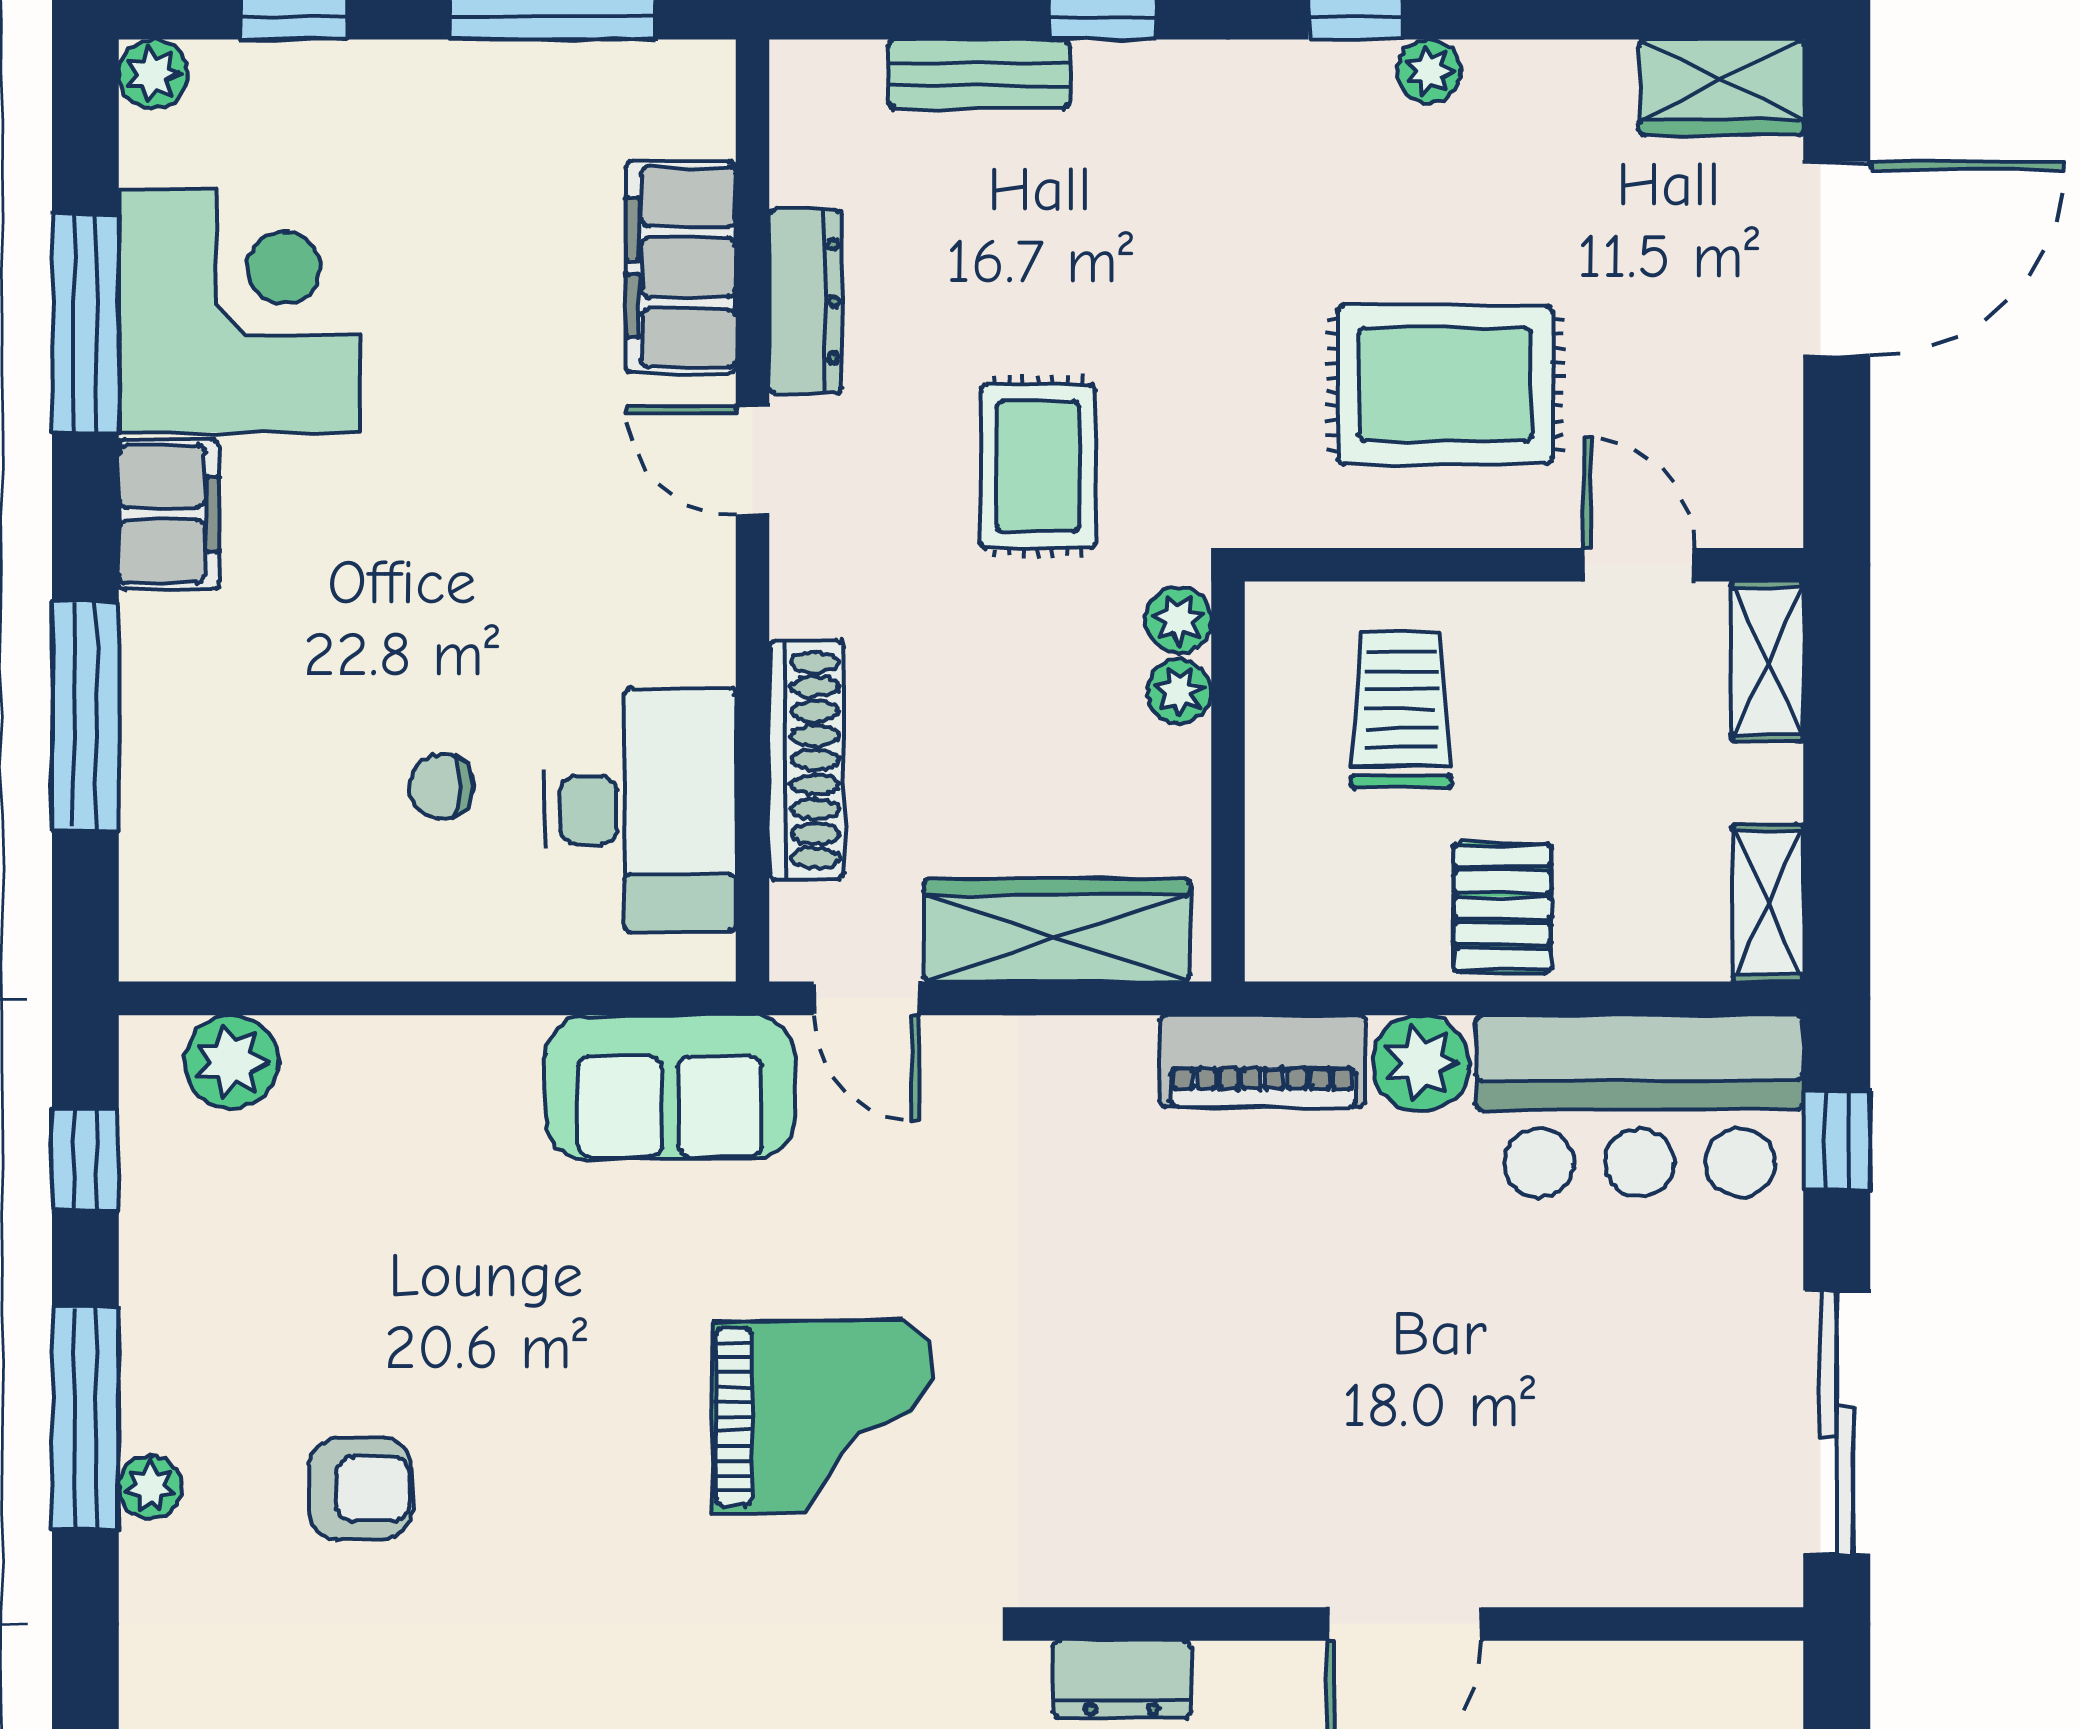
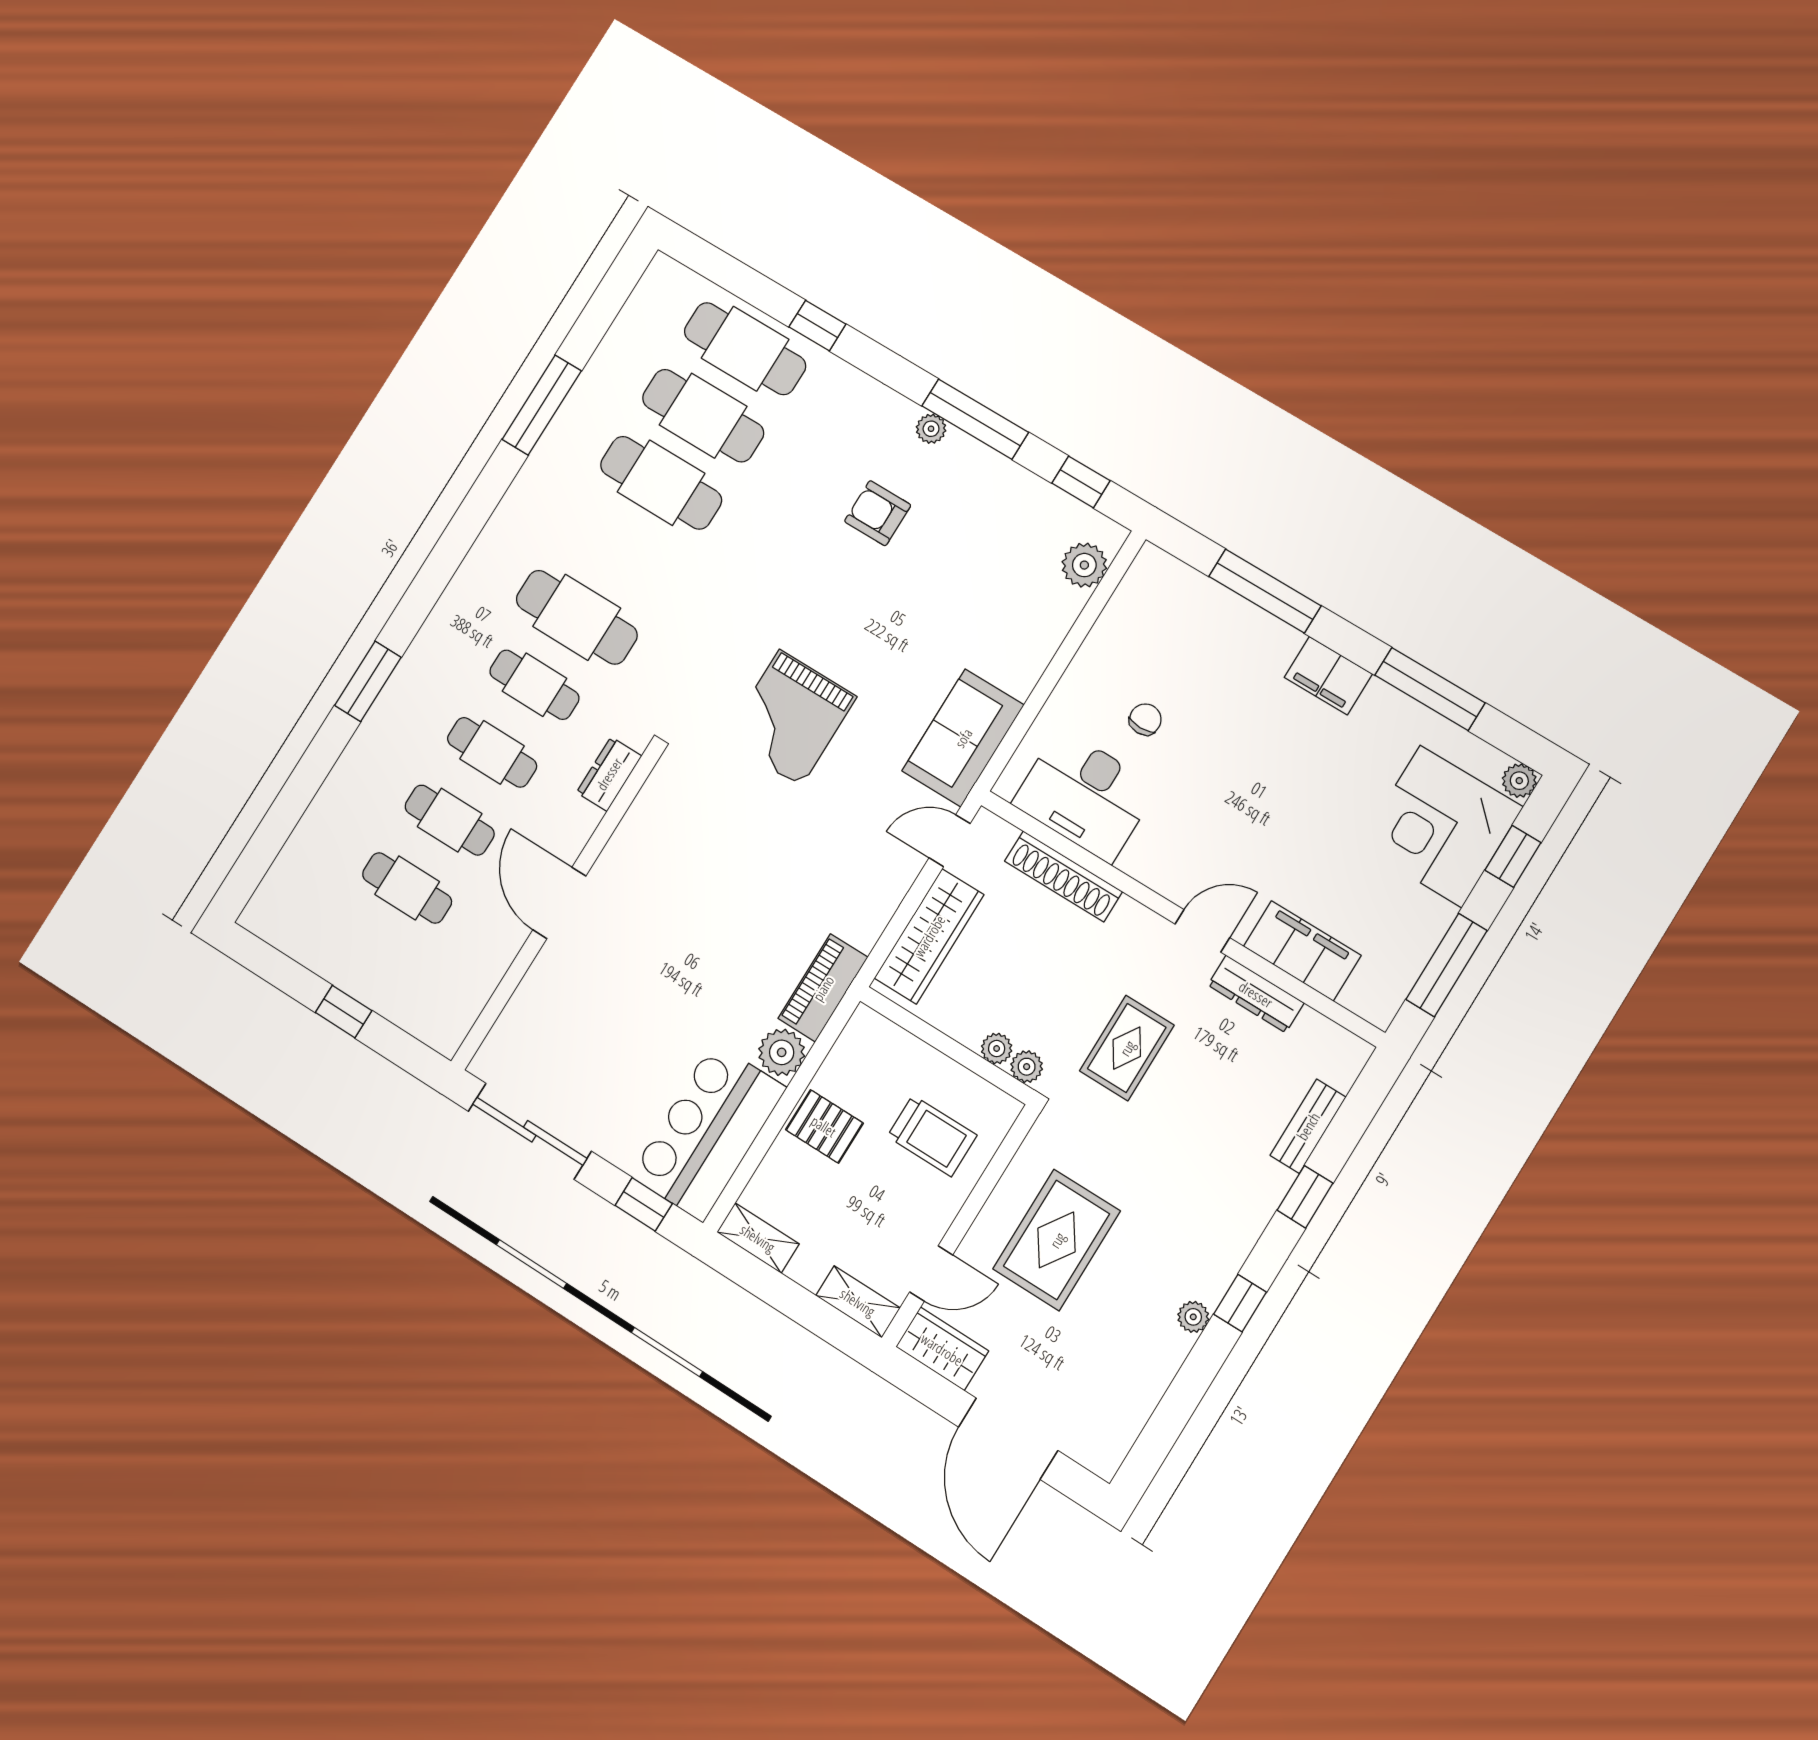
wardrobe: (1721, 87) -> (942, 1349), moved, turned 90
corner desk: (240, 311) -> (1441, 826), moved, turned 90
rug: (1038, 467) -> (1127, 1048), turned 90
armchair: (361, 1489) -> (878, 513), turned 90

